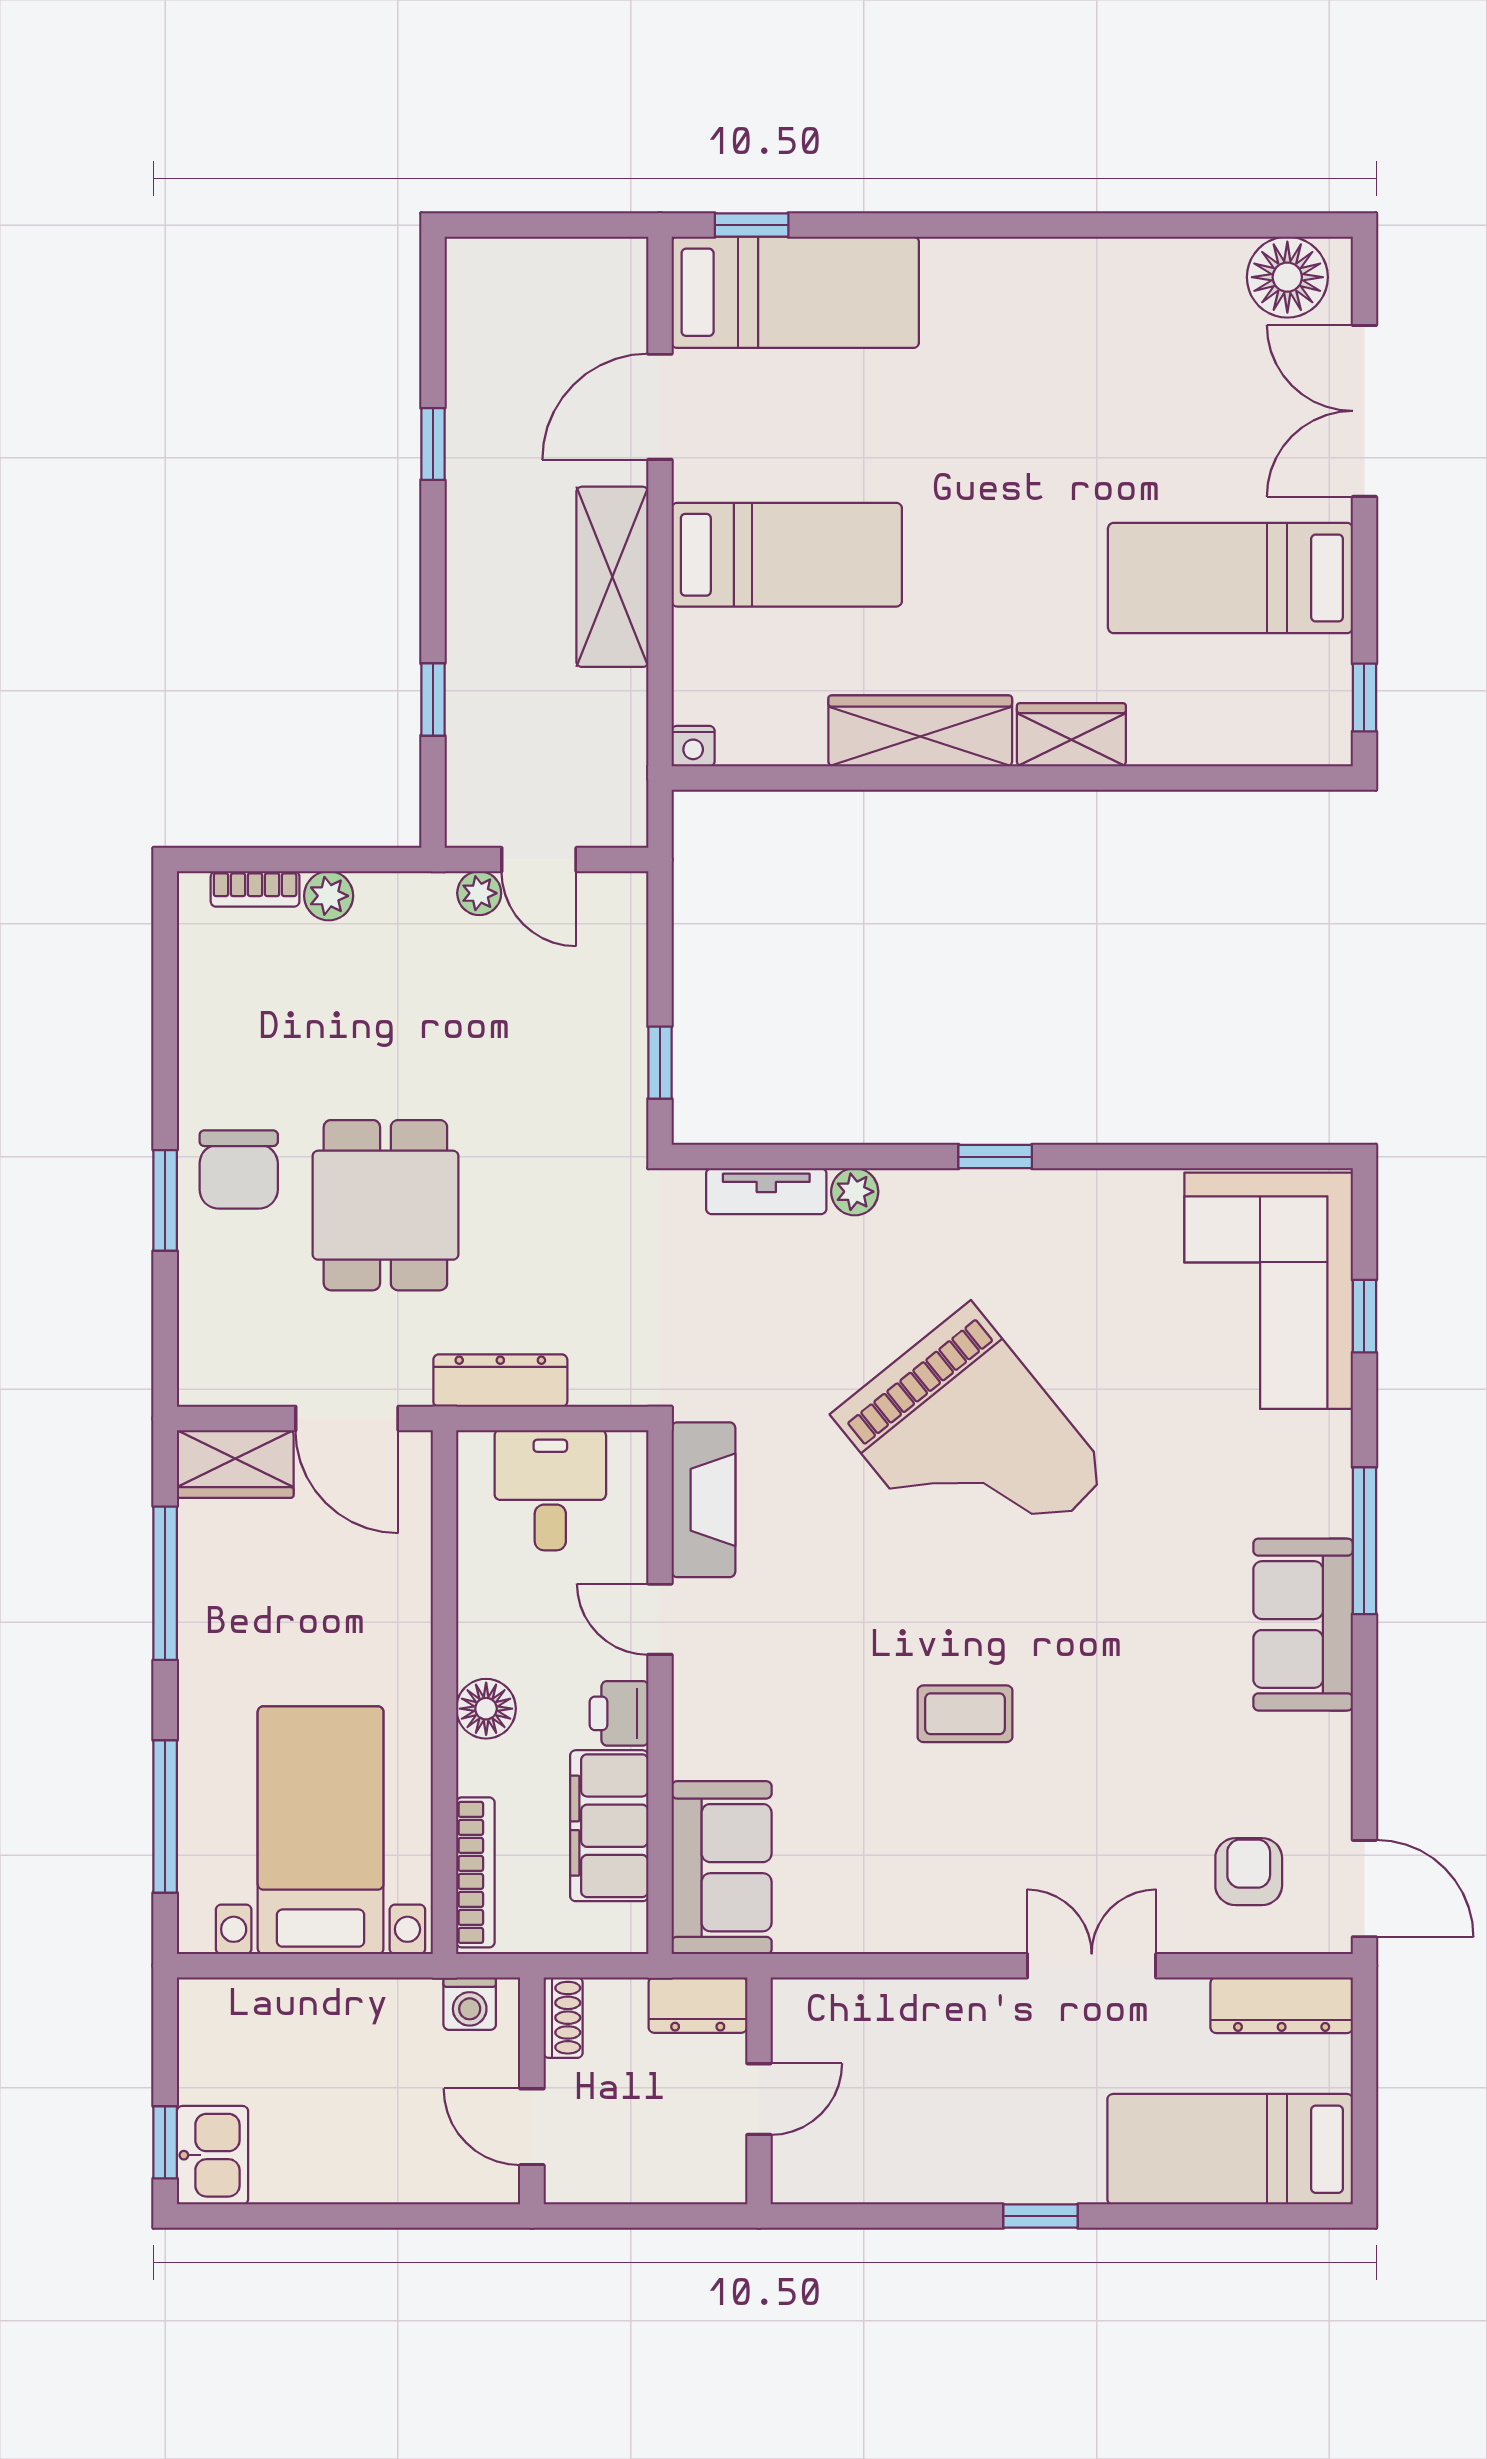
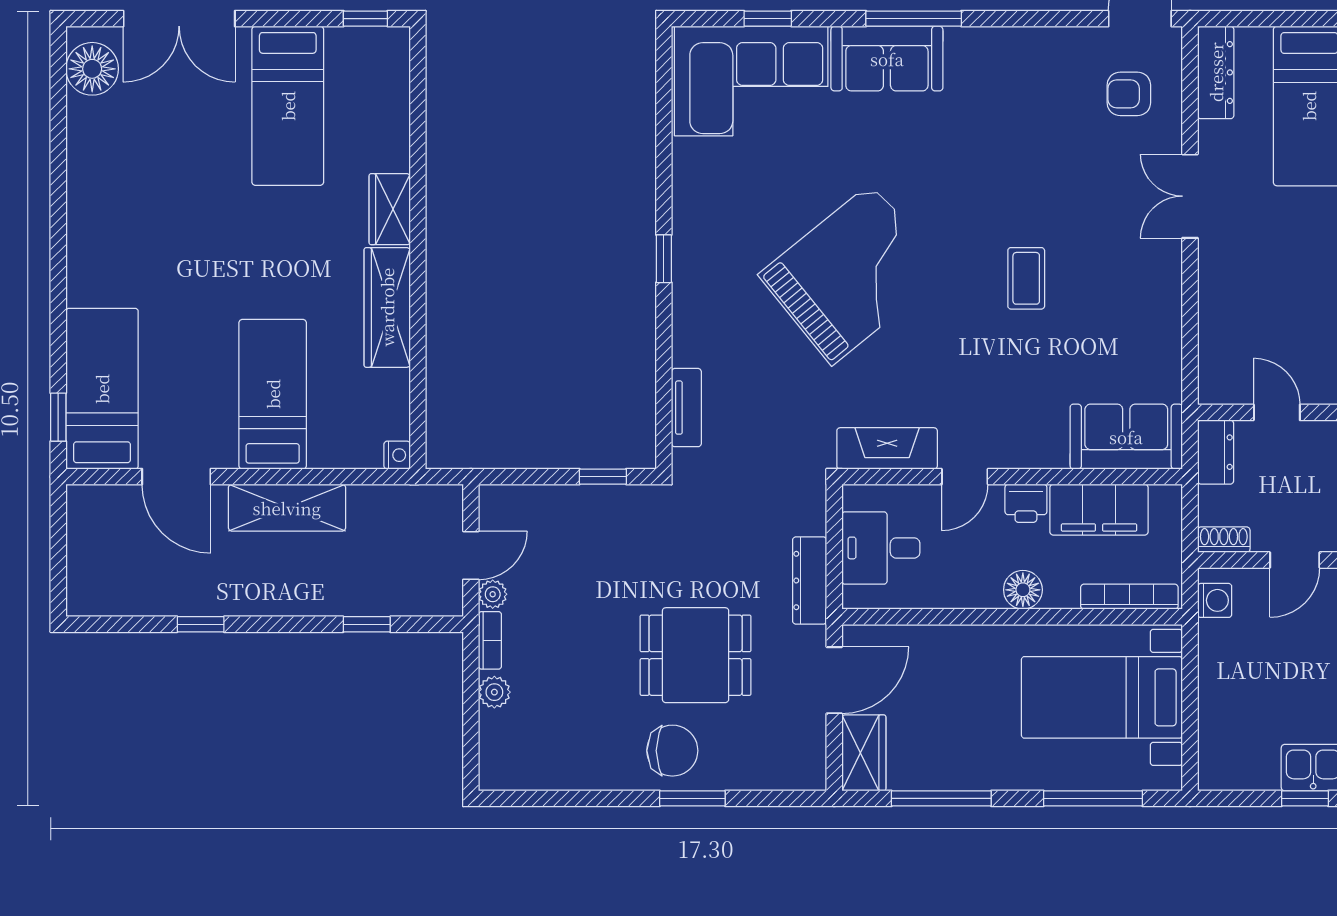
bookcase: (255, 889) -> (490, 640), moved
plant: (855, 1192) -> (687, 350), removed
sofa: (1303, 1625) -> (887, 59), moved

